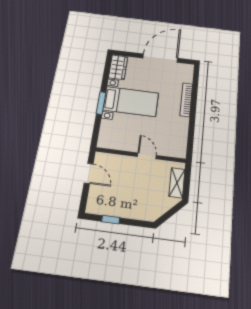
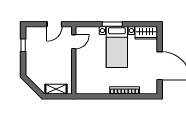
door: (147, 156) -> (74, 42), moved

